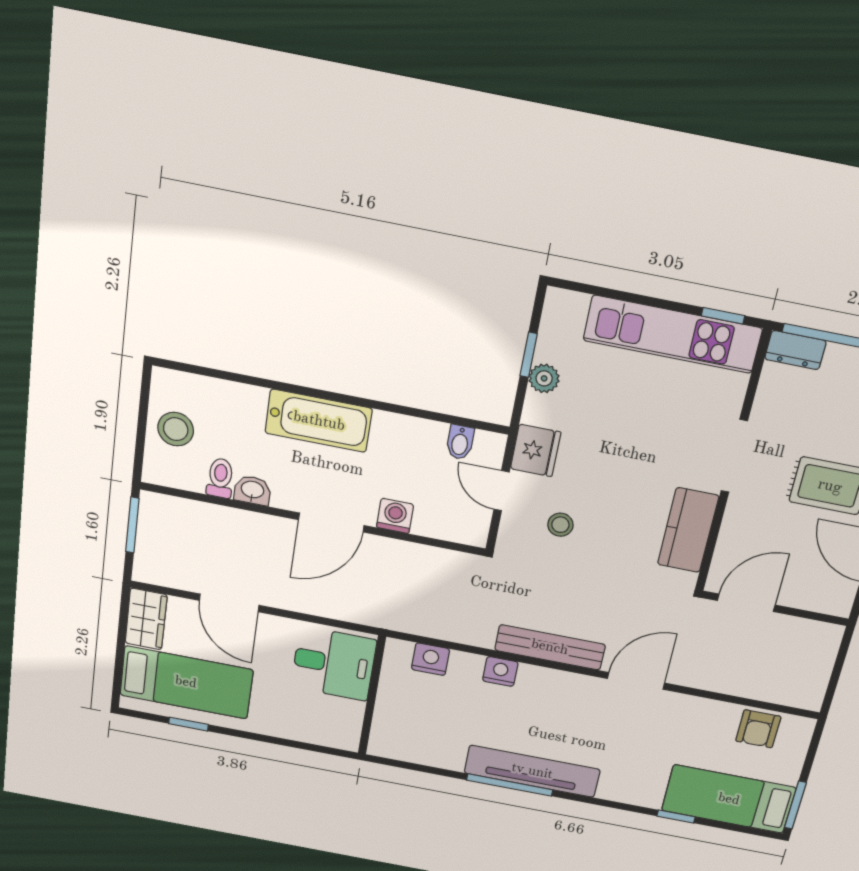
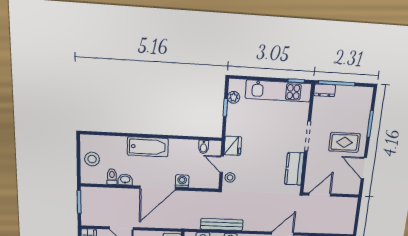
plant: (544, 378) -> (234, 97), moved
door: (331, 523) -> (158, 188), width x1.36
stool: (560, 525) -> (230, 177), moved
bench: (550, 647) -> (222, 224), moved

